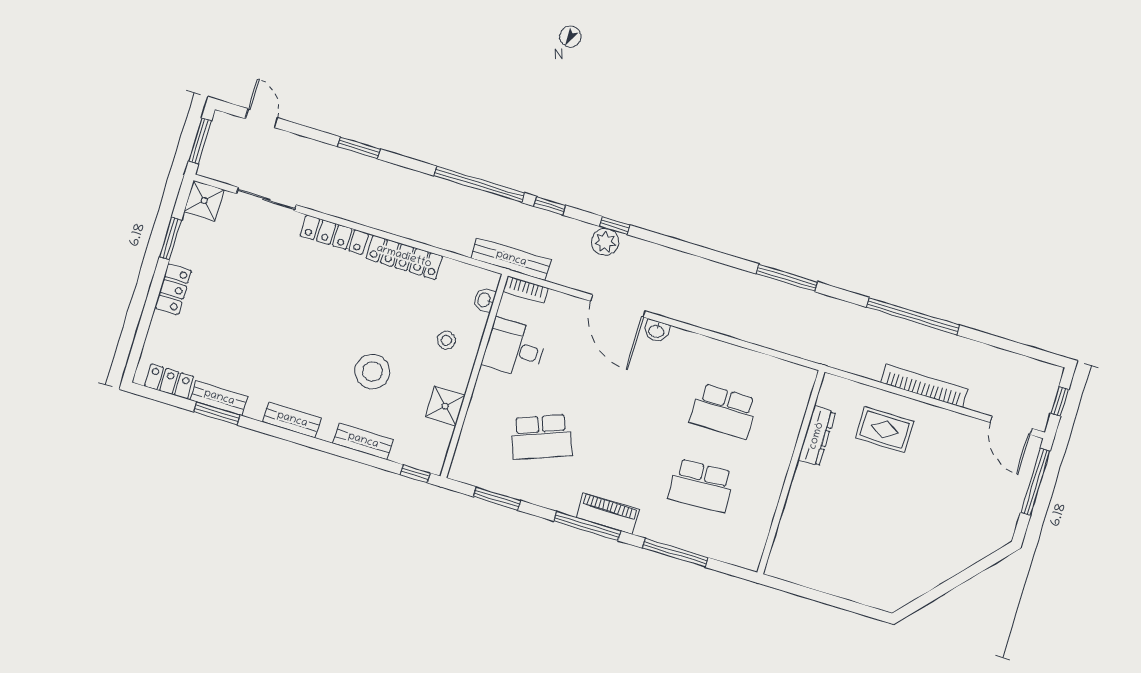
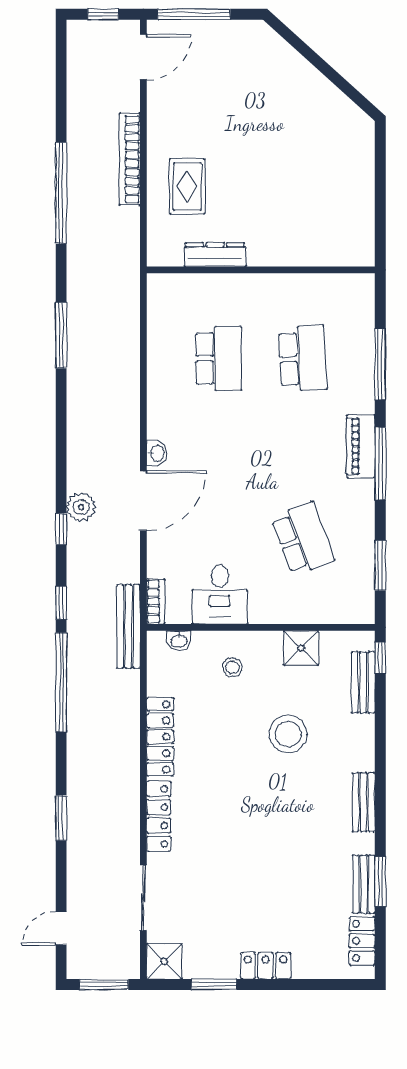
plant: (605, 242) -> (81, 507), moved
bench: (363, 441) -> (363, 682), moved

